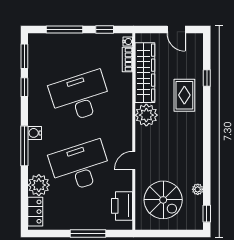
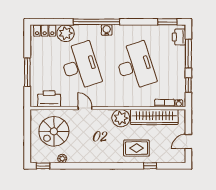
printer: (44, 41) -> (179, 37), added
window: (24, 87) -> (143, 22), removed
window: (24, 146) -> (96, 22), width x1.46

